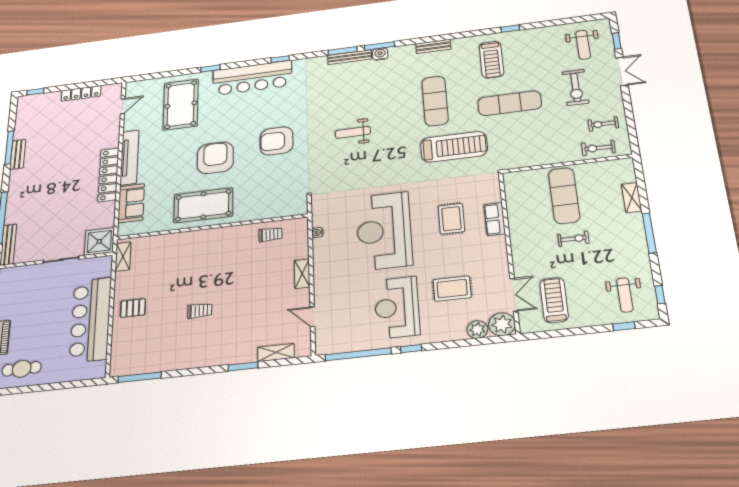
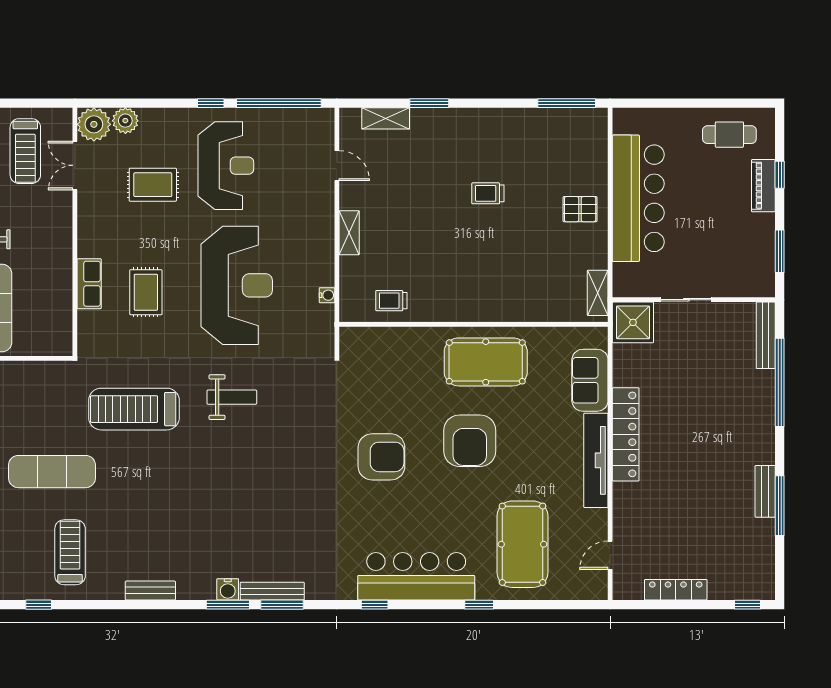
exercise mat: (435, 101) -> (155, 492), removed
weight bench: (353, 132) -> (232, 397), moved

